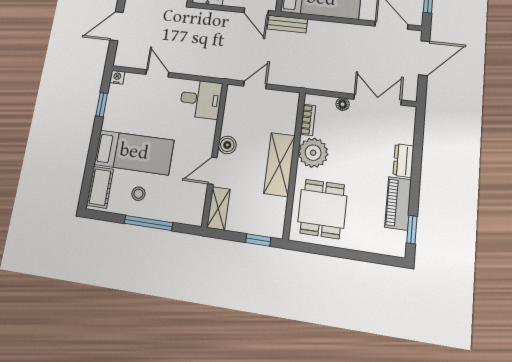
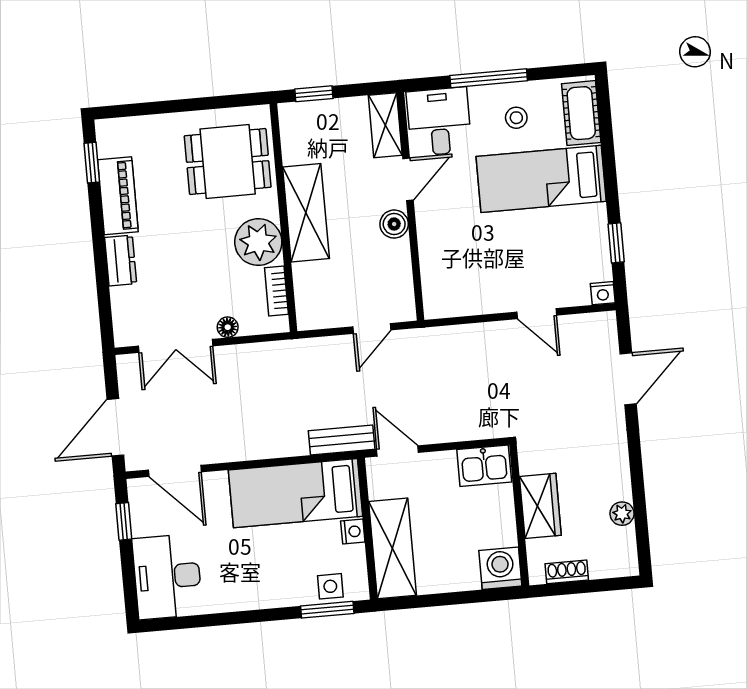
desk: (201, 99) -> (439, 122), moved, turned 90
dining table: (322, 209) -> (228, 162), turned 90

